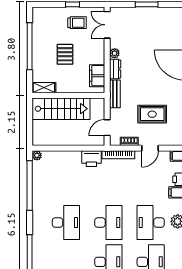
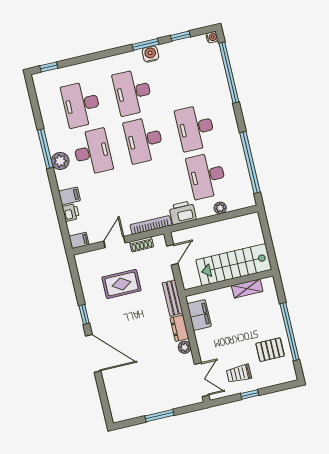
pallet: (65, 54) -> (270, 350), moved, turned 90
shelving: (44, 88) -> (247, 289), moved
plant: (37, 155) -> (220, 208), moved
desk: (66, 183) -> (207, 176), added

